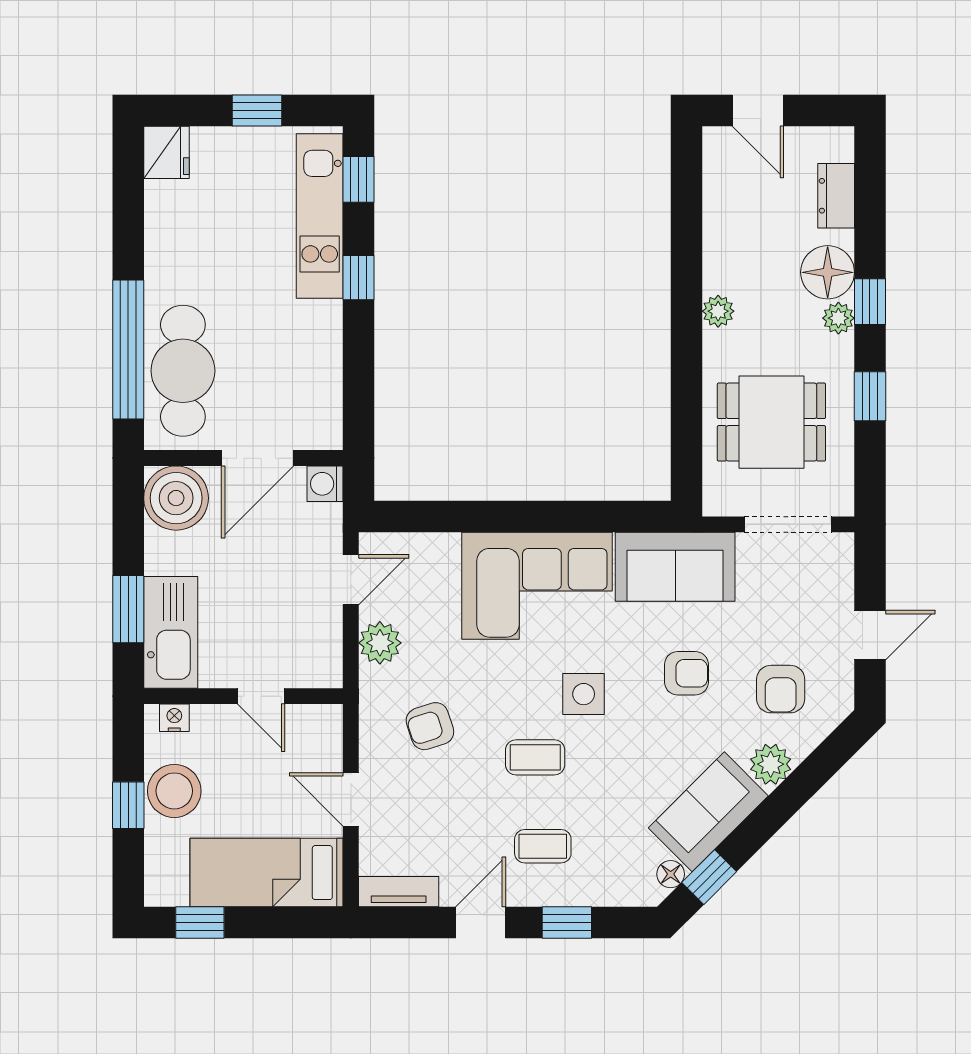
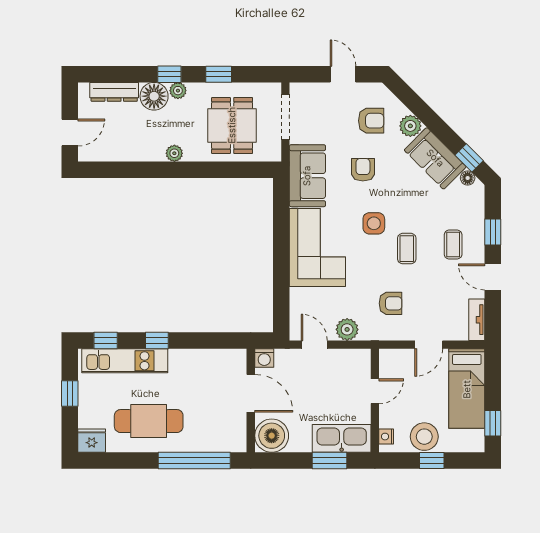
dresser: (836, 196) -> (114, 92), width x1.44
cafe table: (183, 371) -> (149, 421), moved
armchair: (430, 726) -> (391, 303), turned -72

